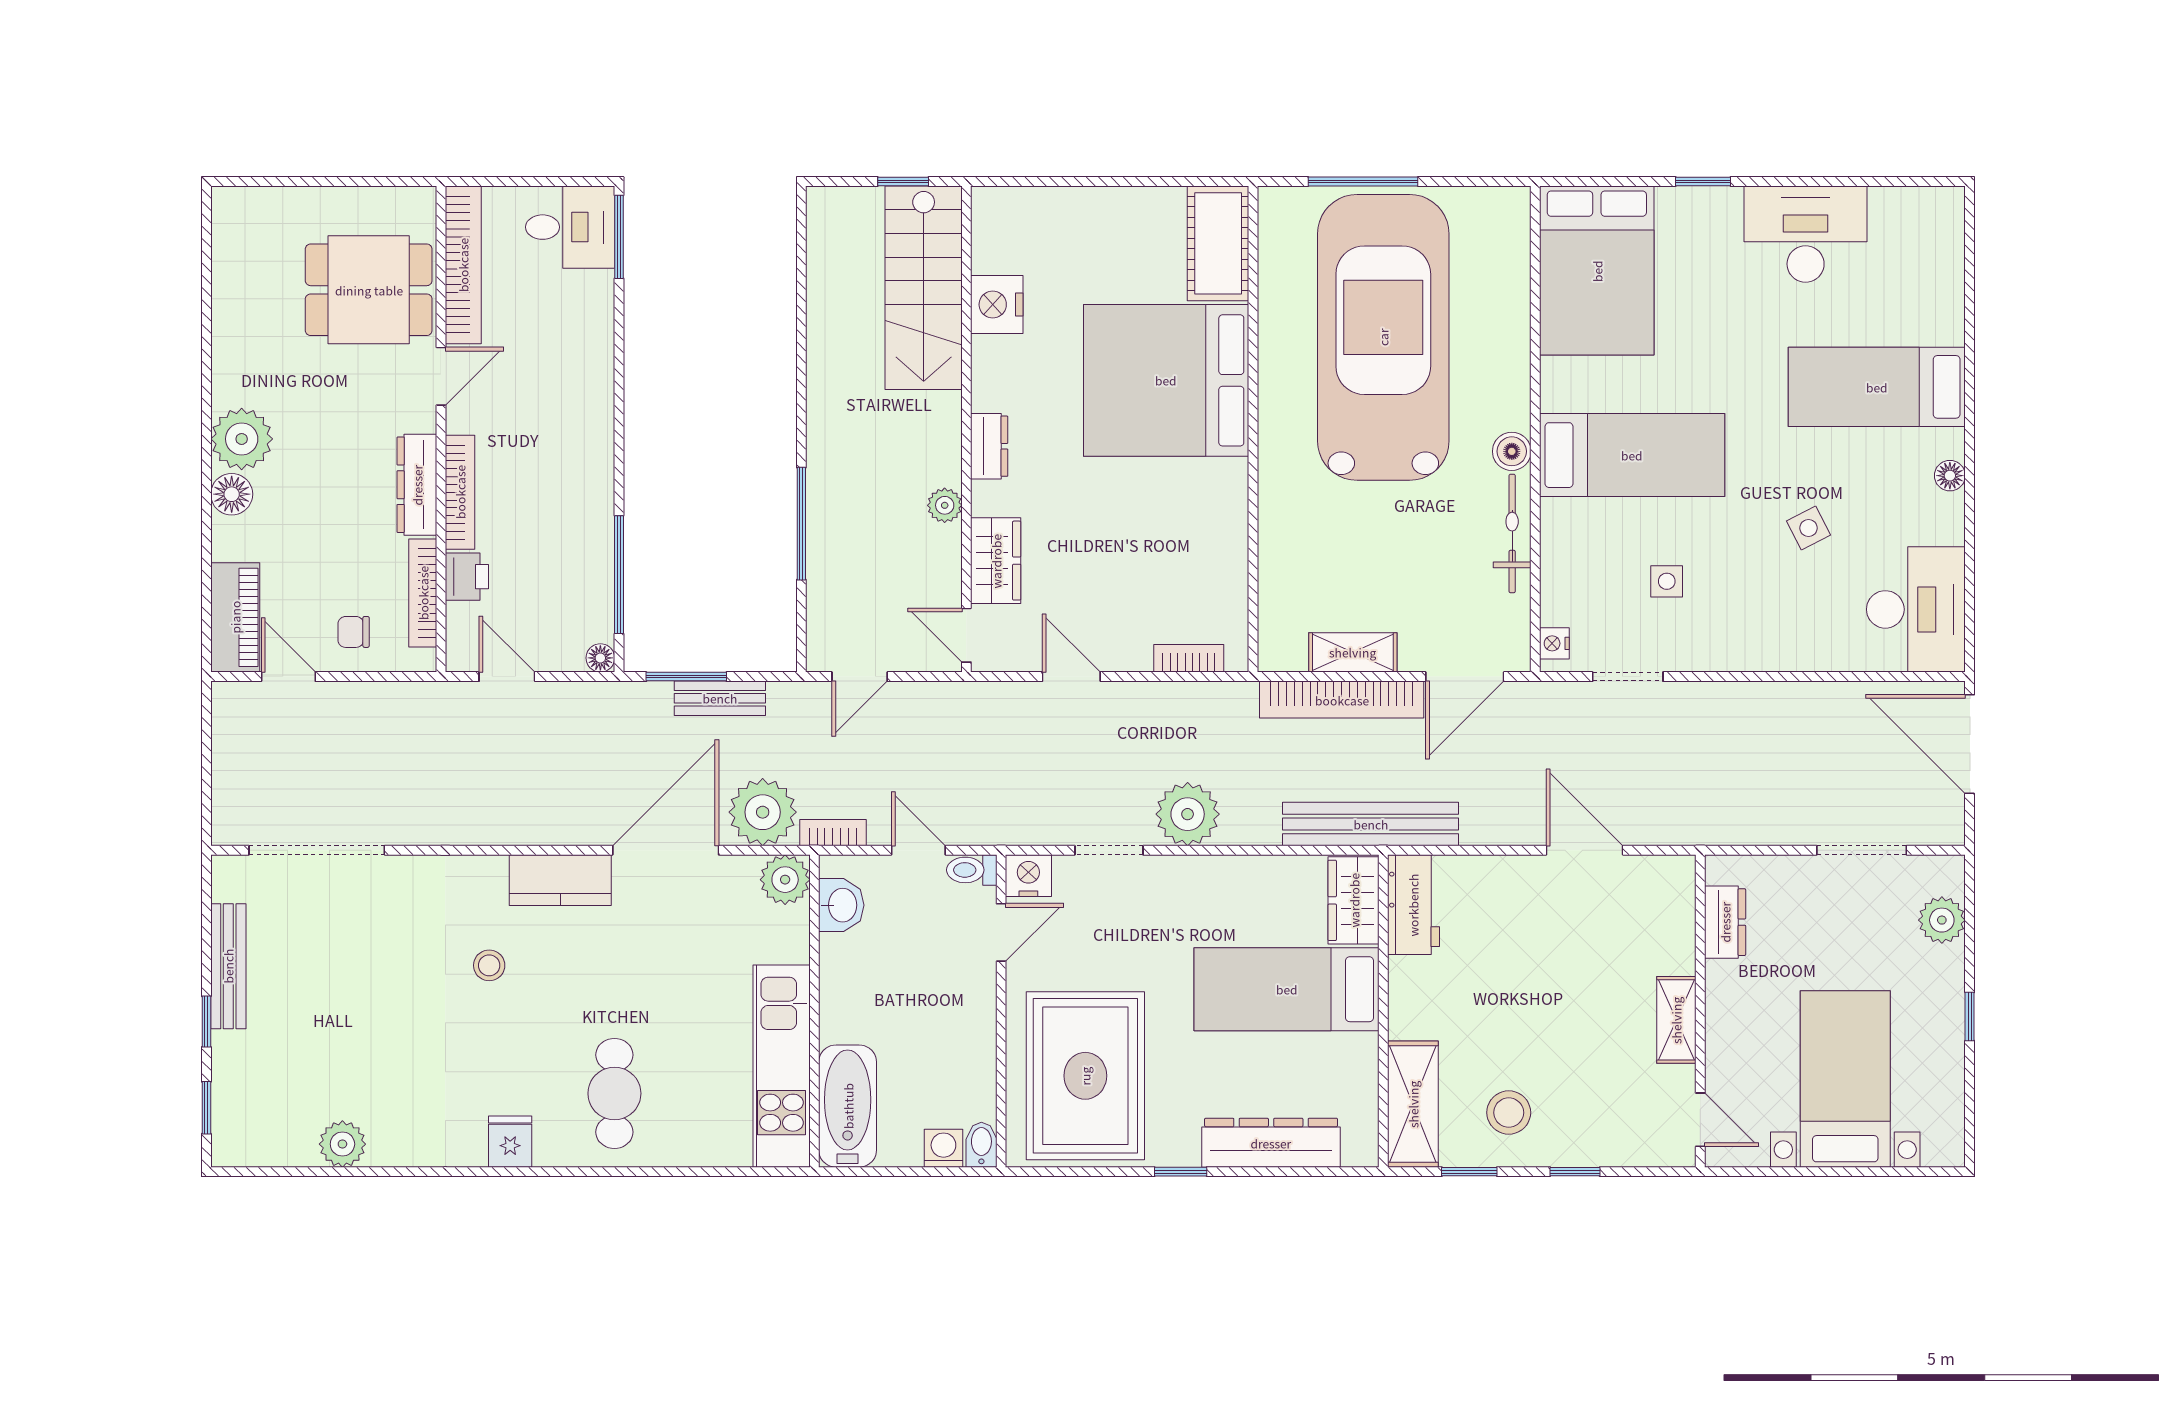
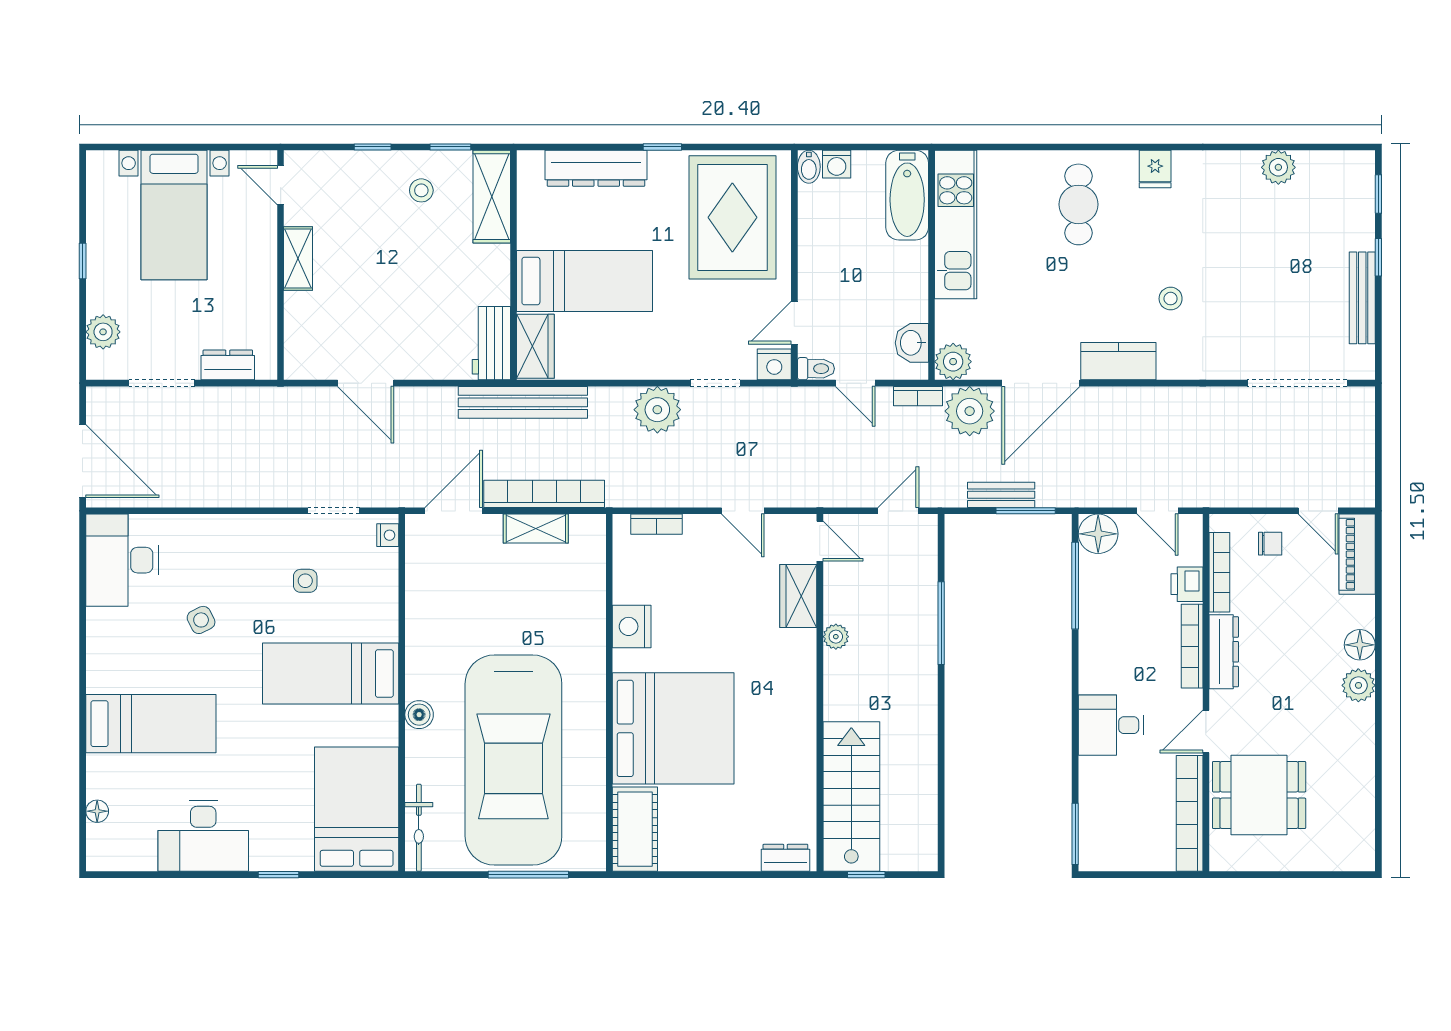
desk: (570, 227) -> (1111, 725), moved
nightstand: (997, 305) -> (632, 626), moved, turned 180
plant: (242, 439) -> (1358, 685), width x0.73, depth x0.73
dresser: (989, 446) -> (785, 858), moved, turned 90
boiler: (1512, 451) -> (419, 715), moved
floor lamp: (1950, 476) -> (97, 811), moved
bicycle: (1512, 533) -> (419, 828), moved
floor lamp: (600, 658) -> (1098, 534), width x1.89, depth x1.89
dresser: (1725, 922) -> (228, 365), moved, turned 90
stool: (1509, 1113) -> (421, 190), width x0.73, depth x0.73

